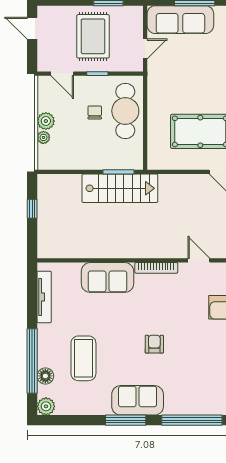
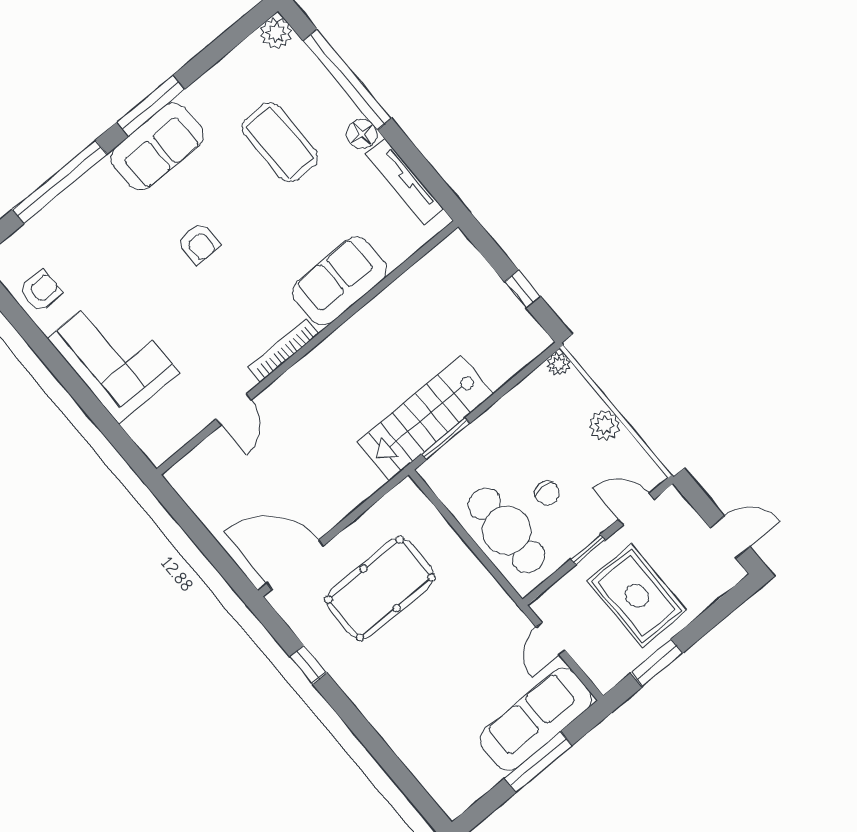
plant: (43, 137) -> (559, 364), moved
door: (199, 260) -> (234, 409), hinge flipped
floor lamp: (45, 376) -> (362, 134), moved

